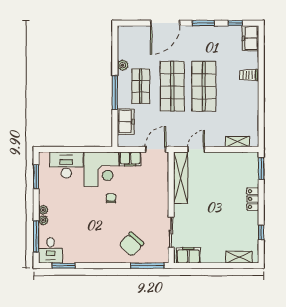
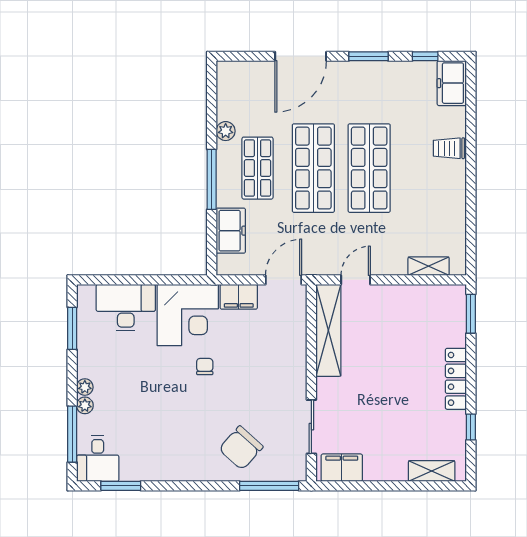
locker: (253, 199) -> (456, 379), width x1.53

